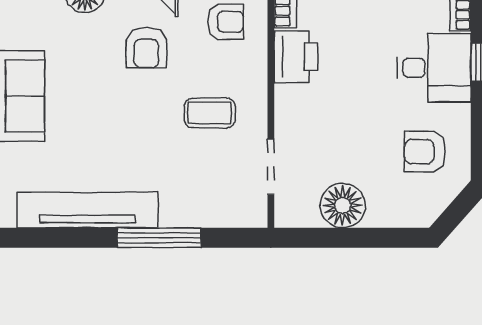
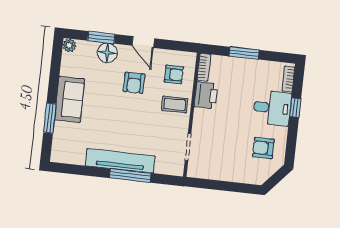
coffee table: (210, 113) -> (175, 104), moved
floor lamp: (343, 206) -> (221, 170), removed
tv unit: (88, 210) -> (120, 161), moved

